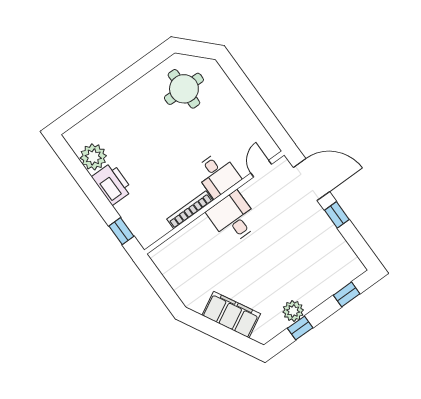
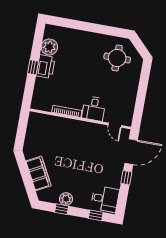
door: (261, 169) -> (115, 125), swing flipped
door: (311, 180) -> (131, 152), hinge flipped
desk: (233, 218) -> (105, 199), moved, turned 90
window: (121, 231) -> (33, 67), moved

